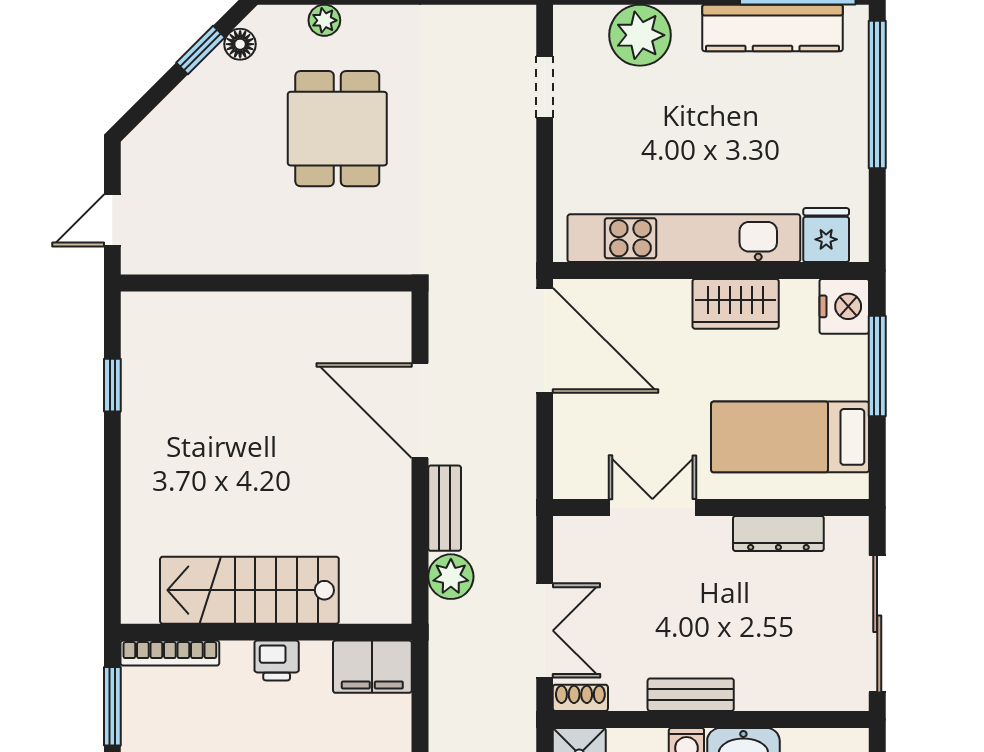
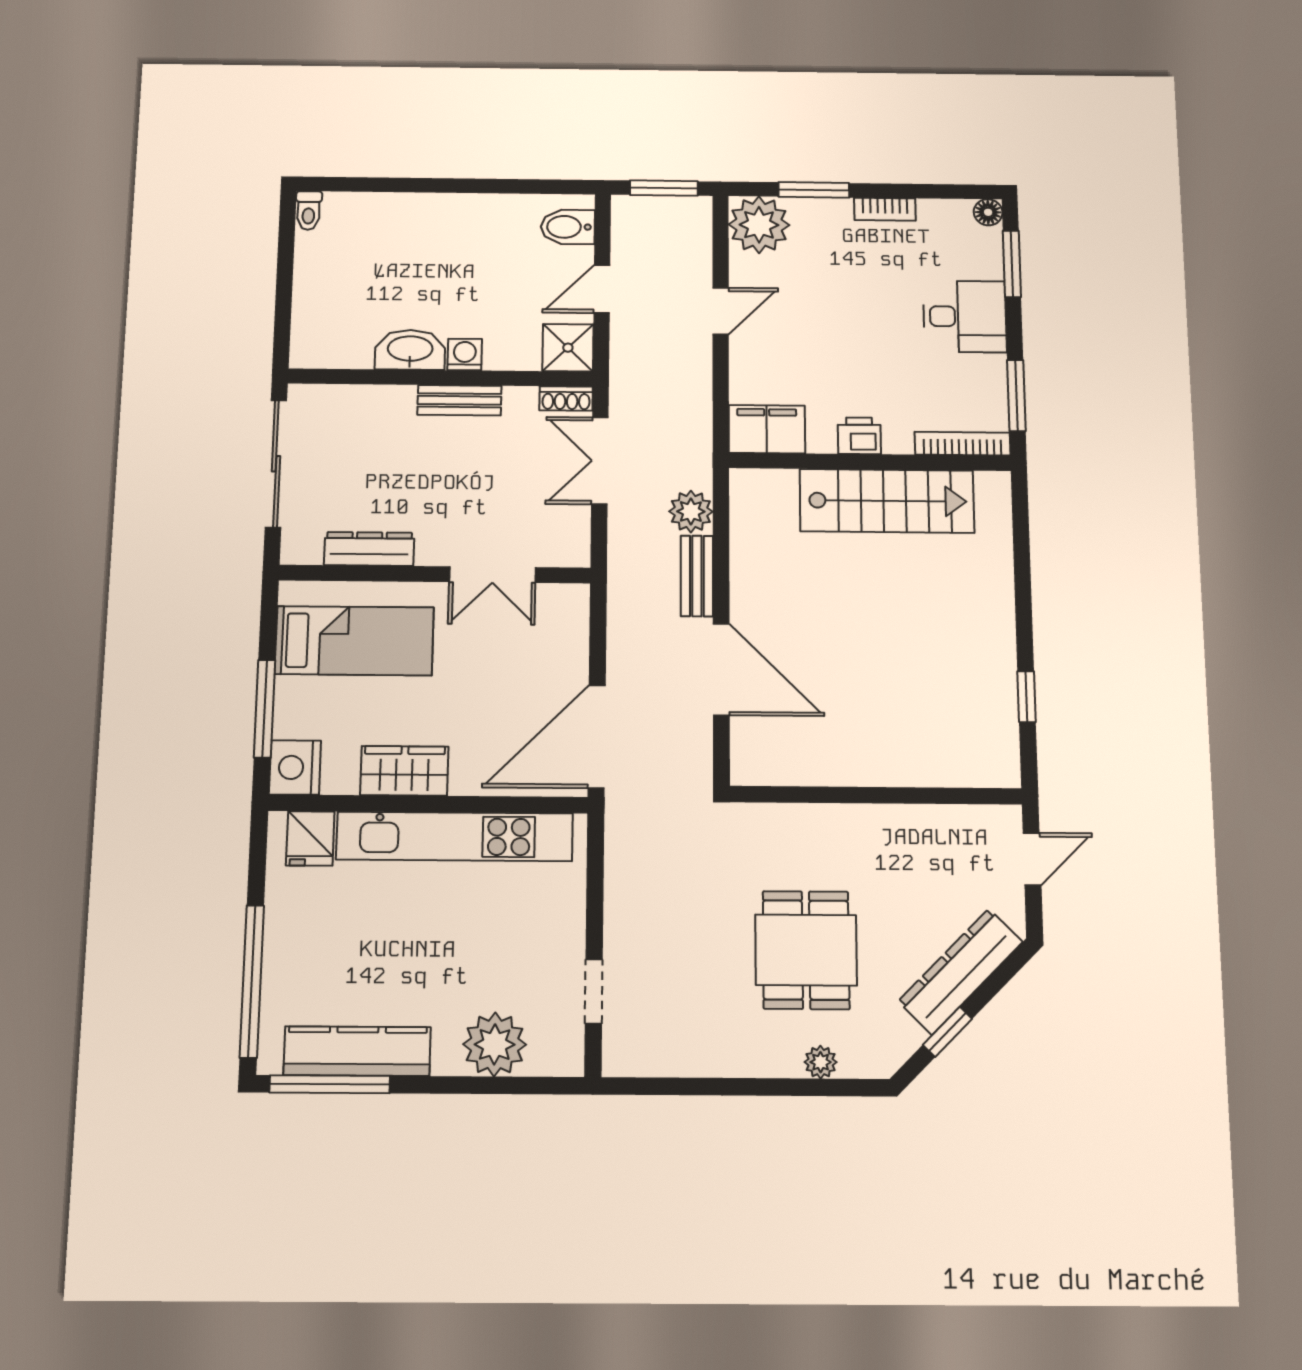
floor lamp: (240, 44) -> (907, 1038), removed
dresser: (186, 109) -> (961, 971), added
door: (545, 340) -> (597, 737), hinge flipped

